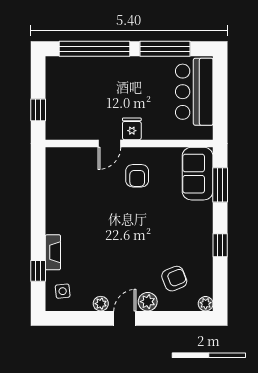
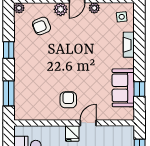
sofa: (198, 174) -> (123, 88), moved, turned 180
window: (38, 271) -> (139, 89), moved

